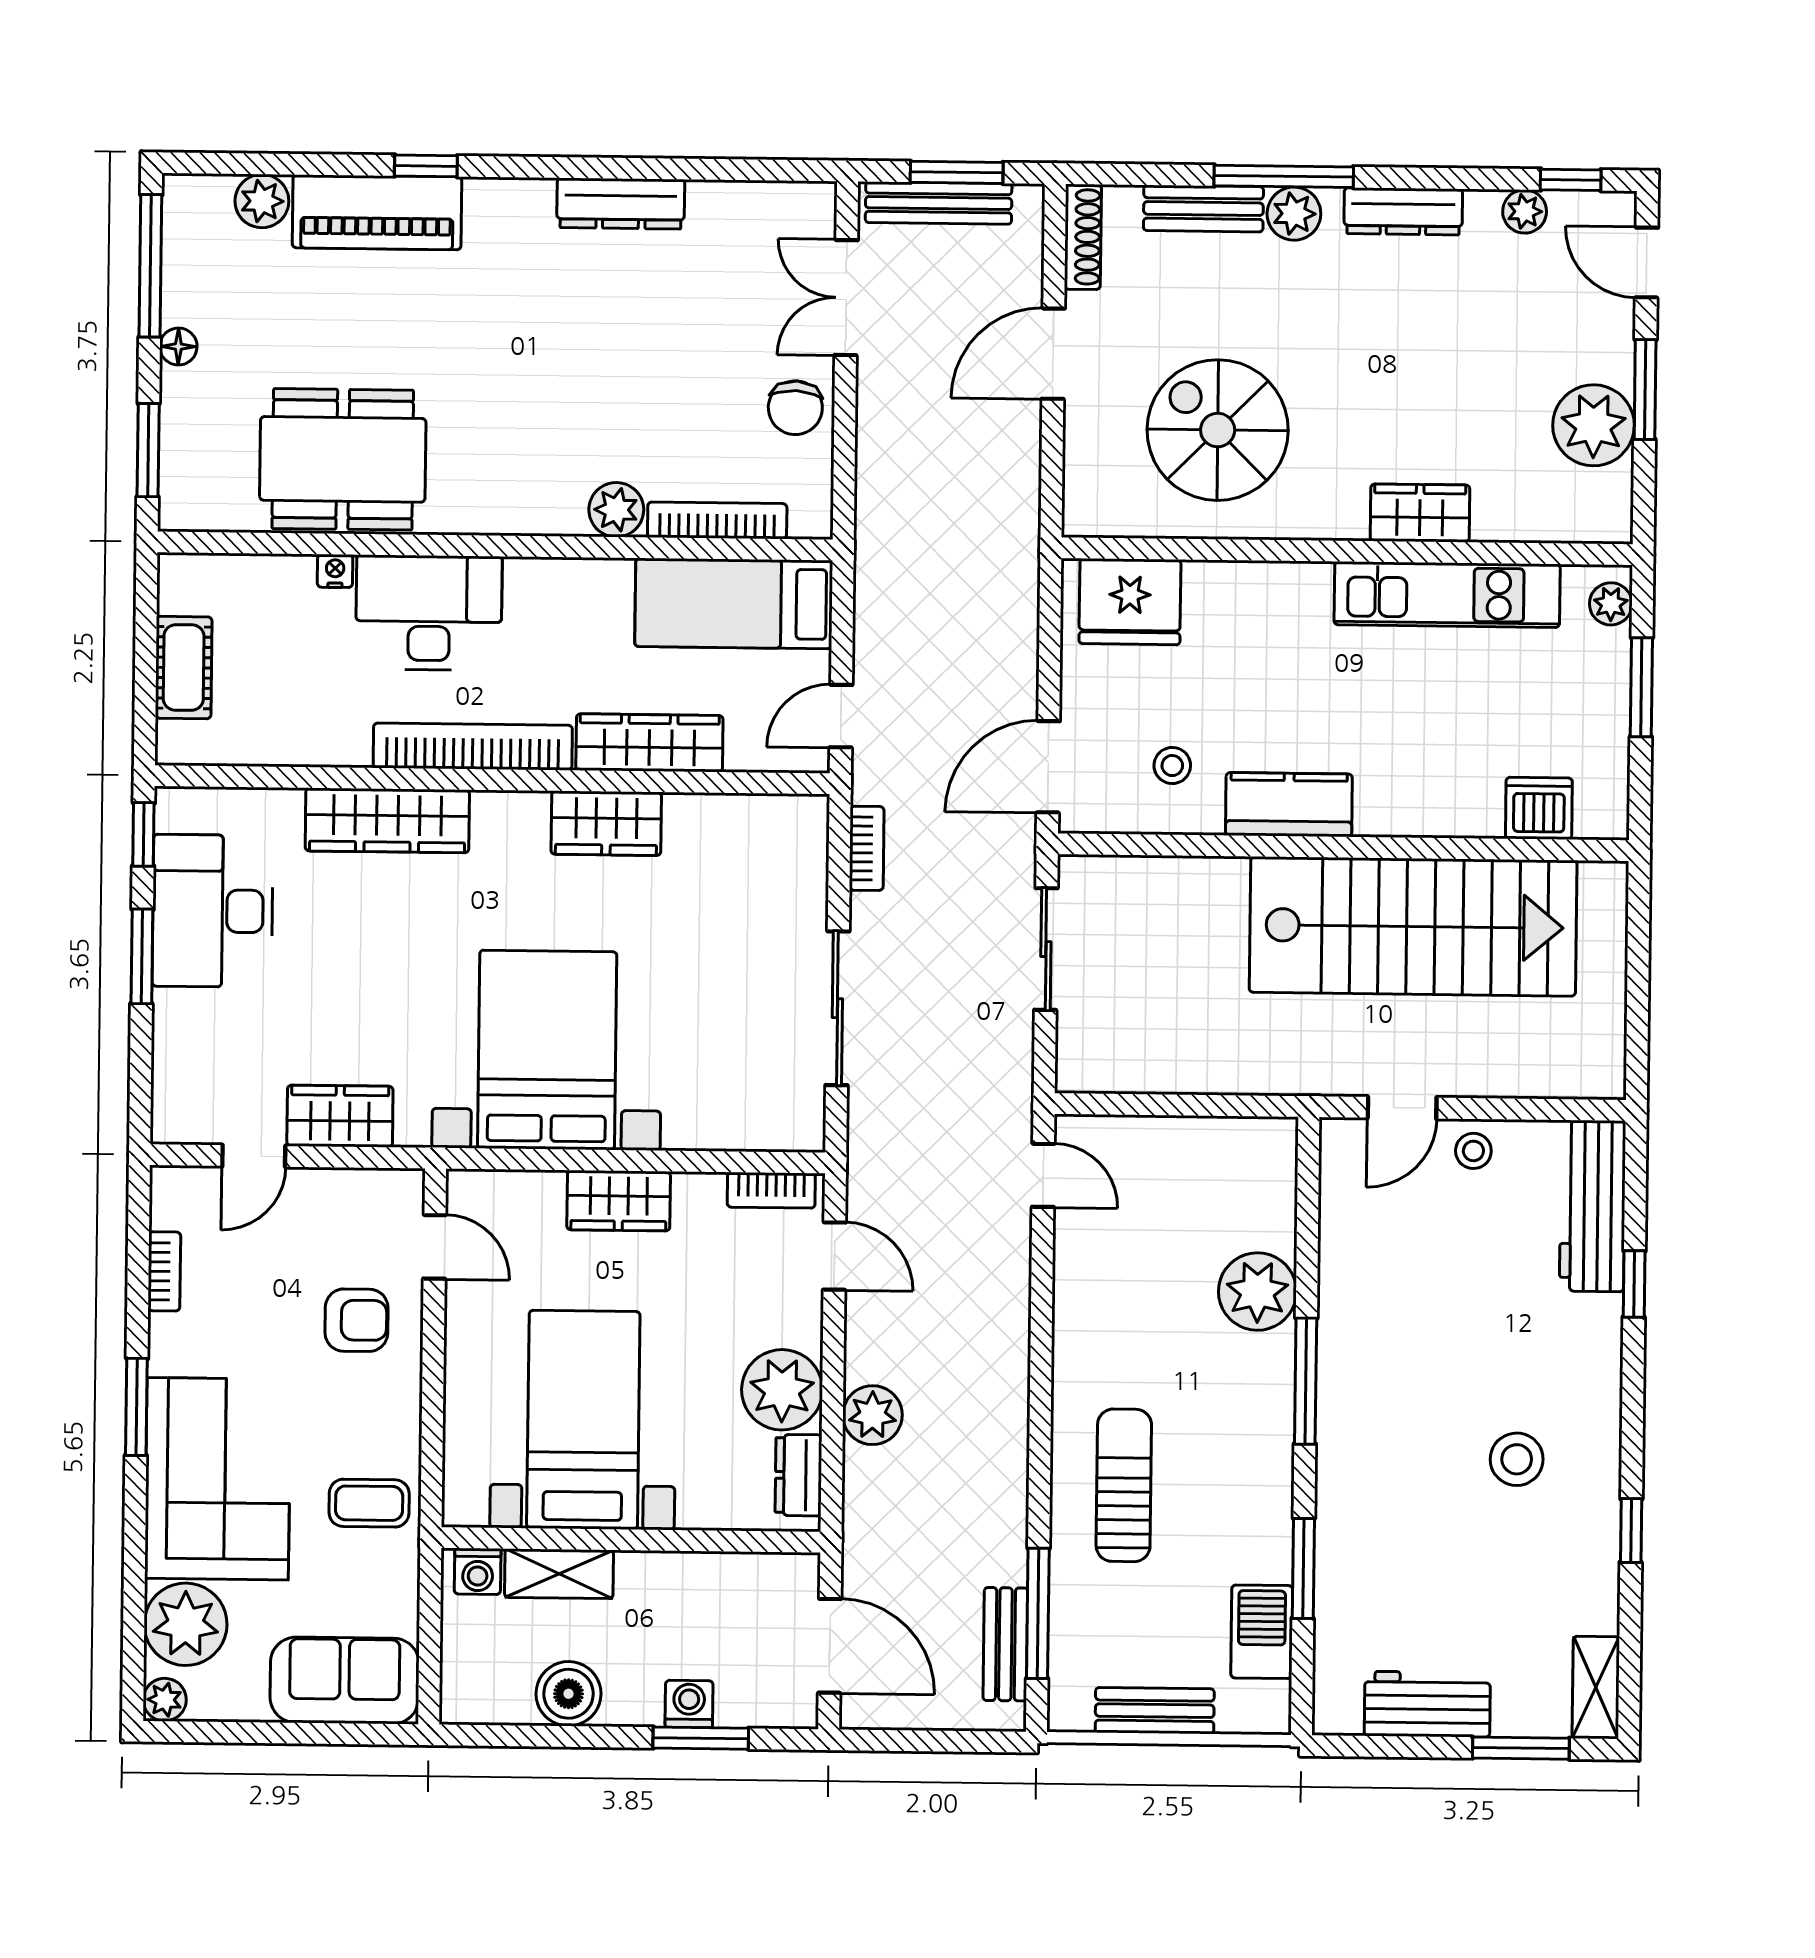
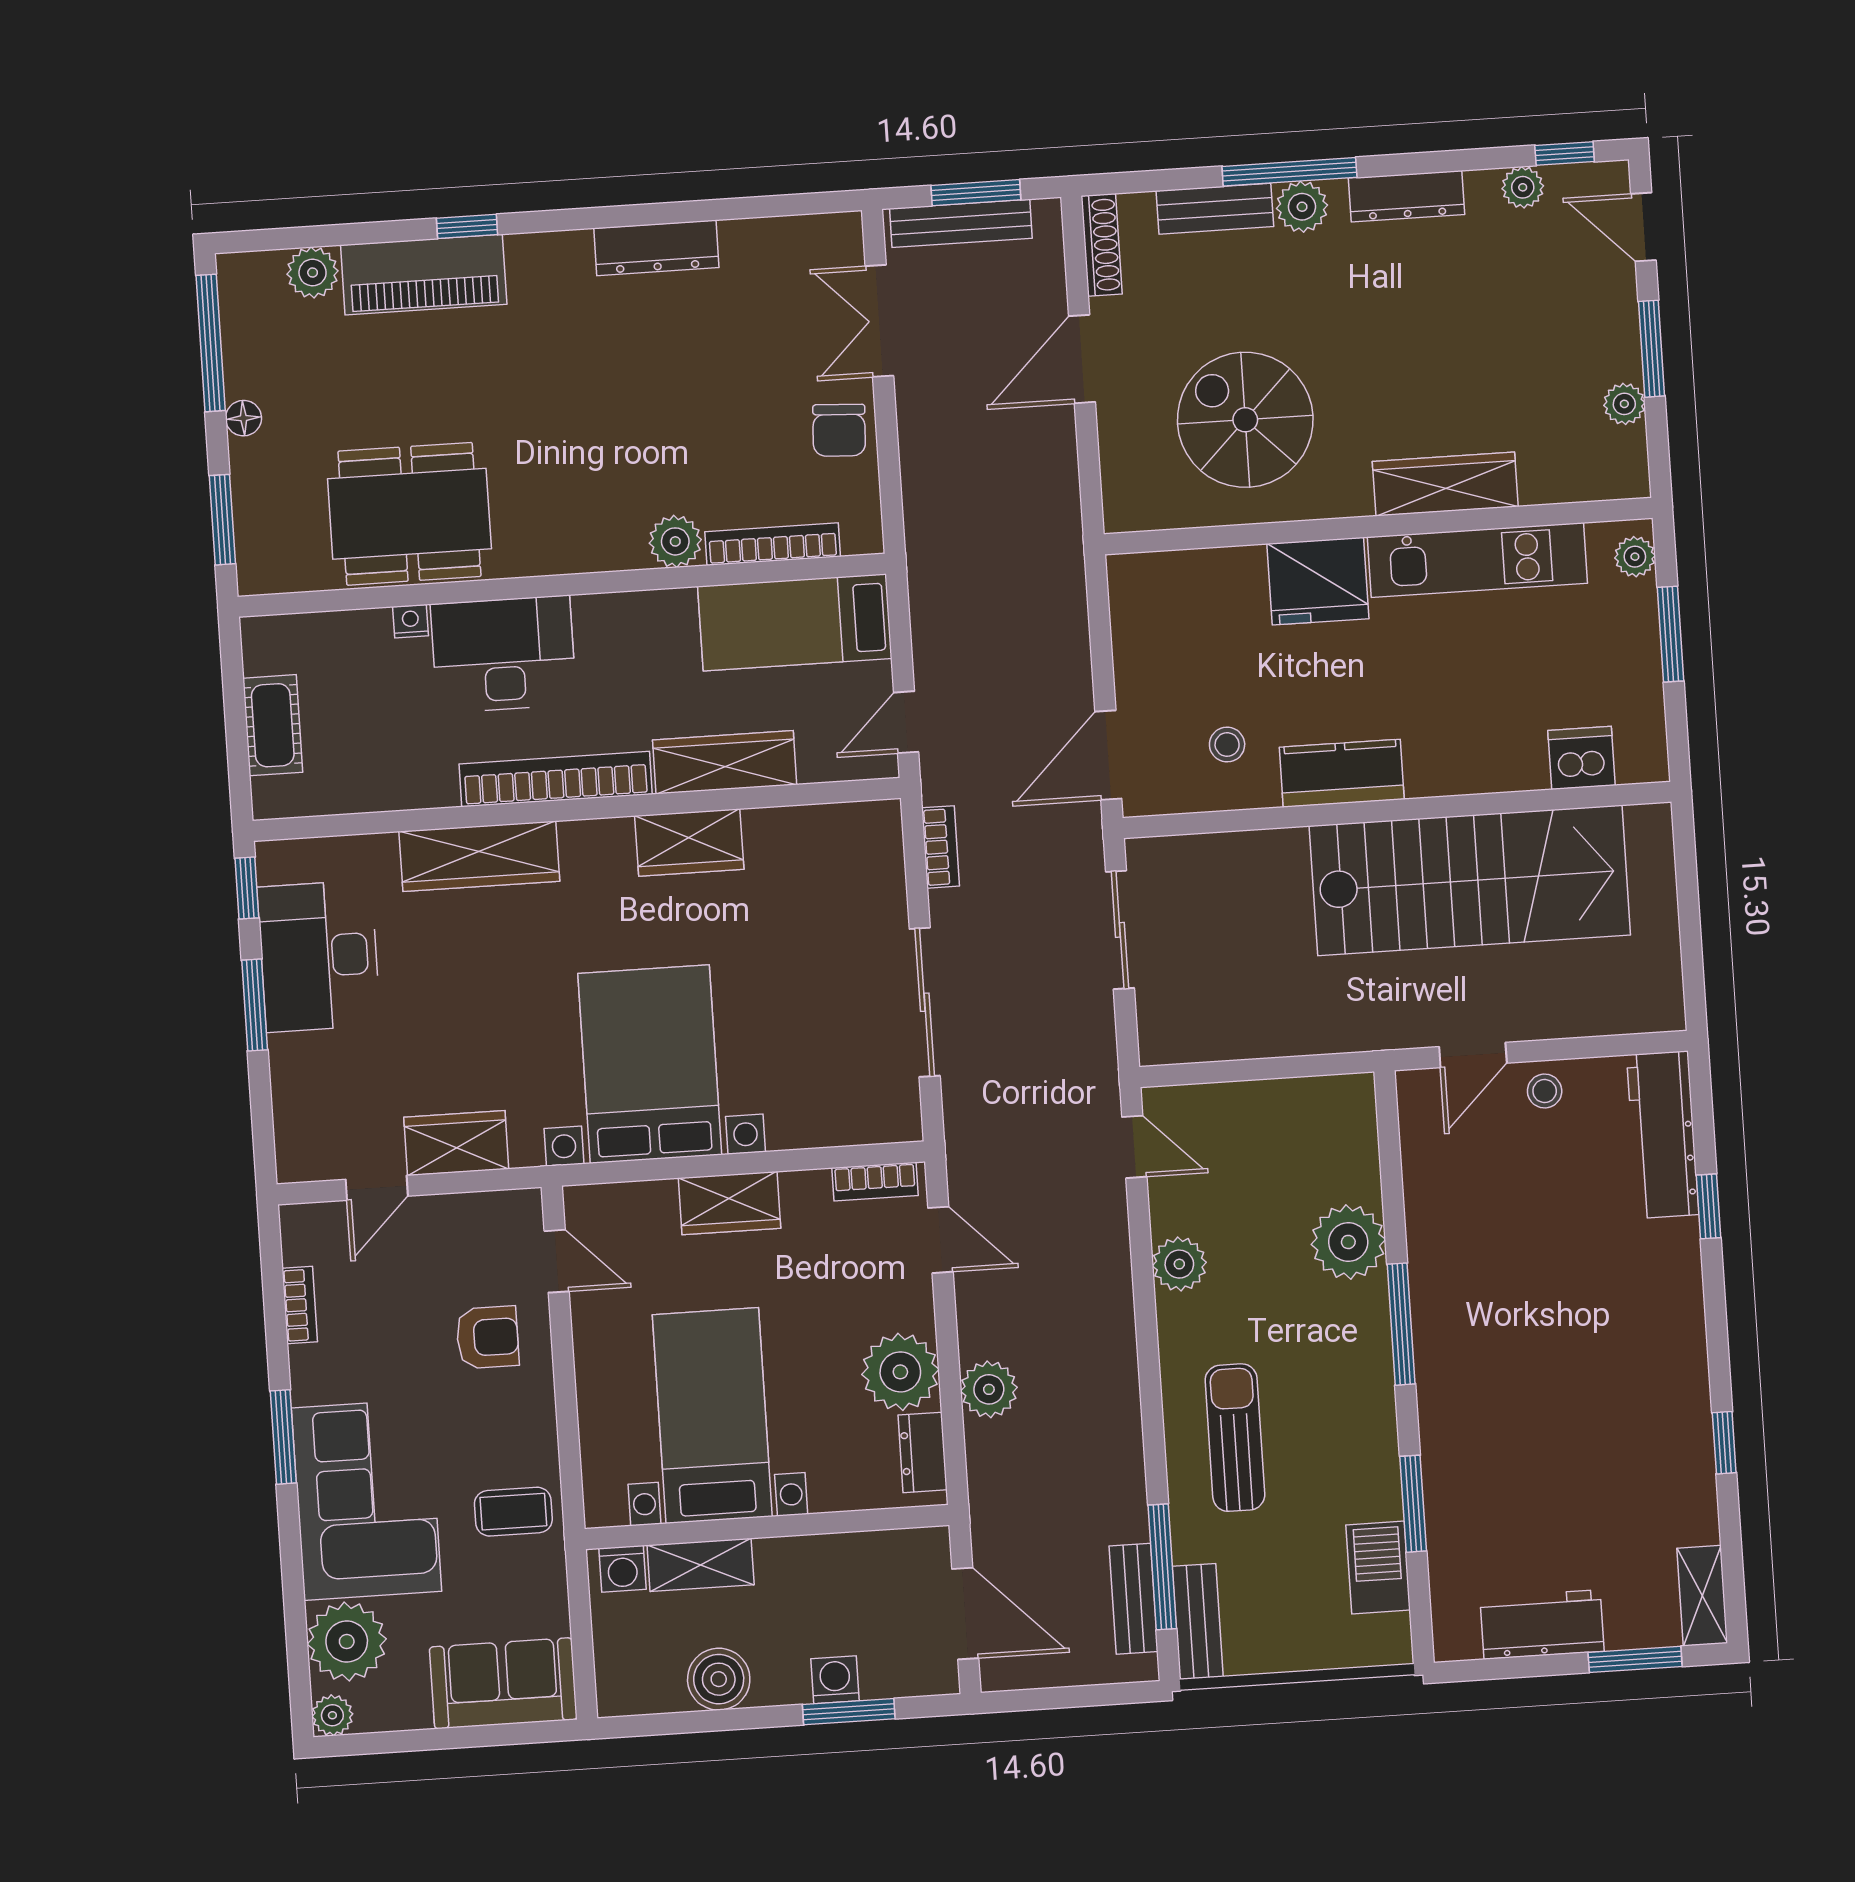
plant: (1593, 425) -> (1624, 404), width x0.53, depth x0.53
wardrobe: (1420, 513) -> (1445, 484), width x1.50
fridge: (1130, 602) -> (1318, 581), moved
plant: (1080, 1301) -> (1179, 1264), added
stool: (1517, 1459) -> (1609, 1383), removed
bench: (1155, 1711) -> (1198, 1621), moved, turned 90

